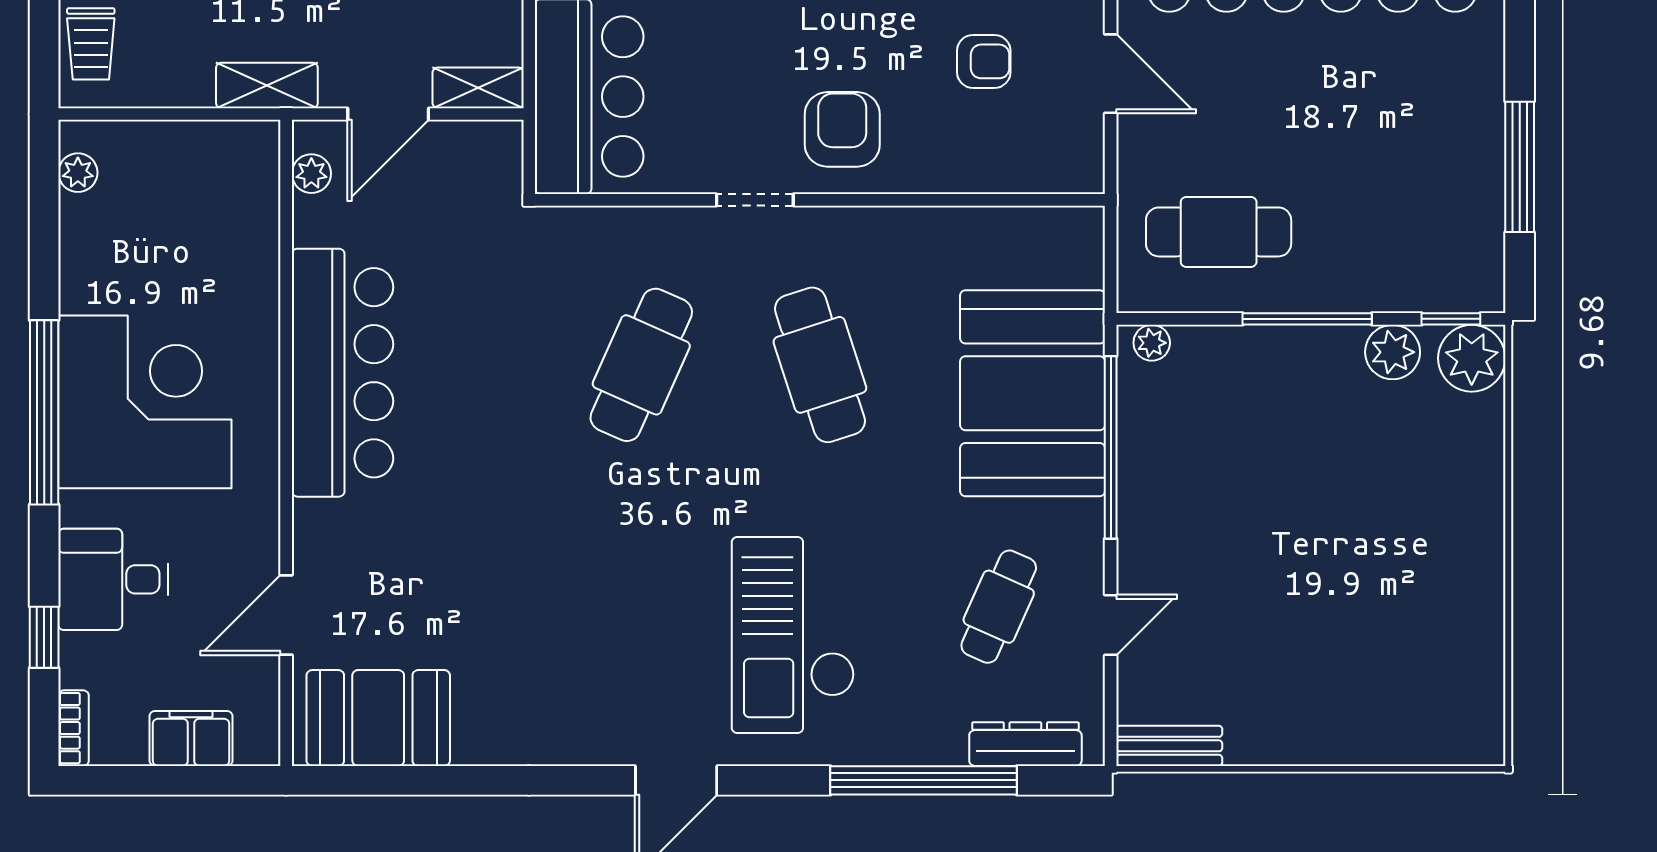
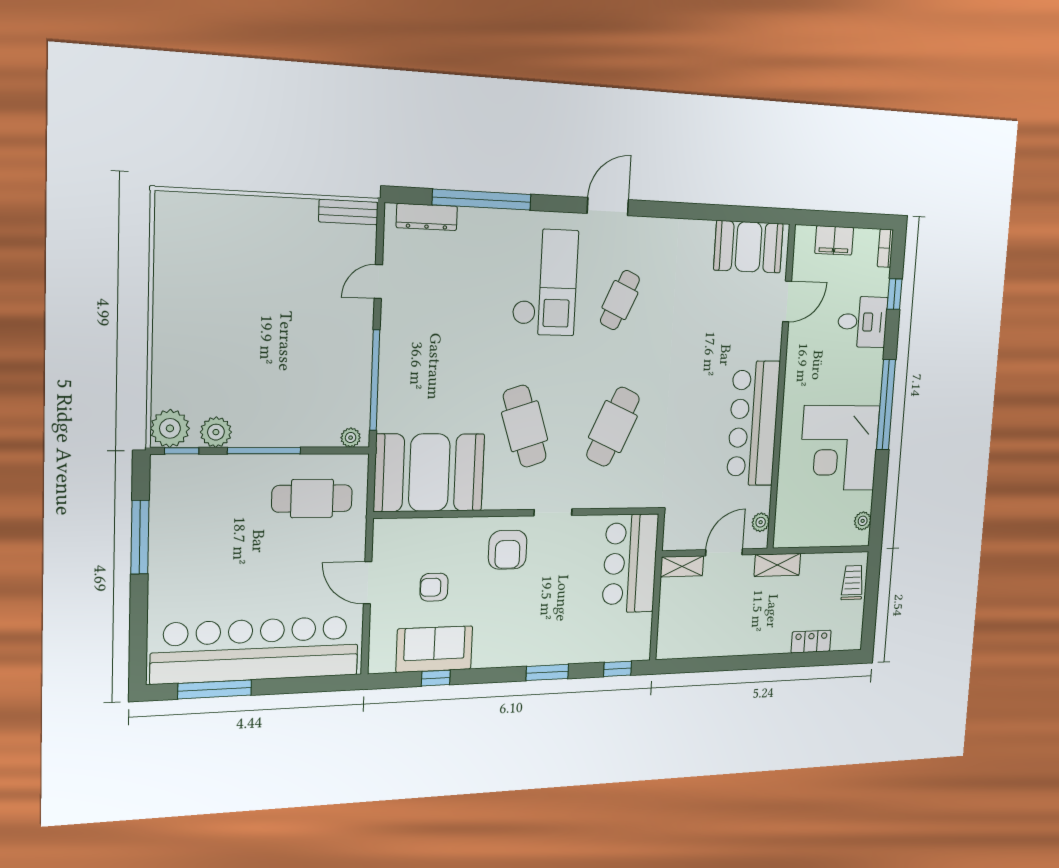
booth: (1033, 393) -> (429, 473), moved, turned 90
corner desk: (145, 402) -> (839, 448), moved
cafe table: (999, 607) -> (620, 300), moved

